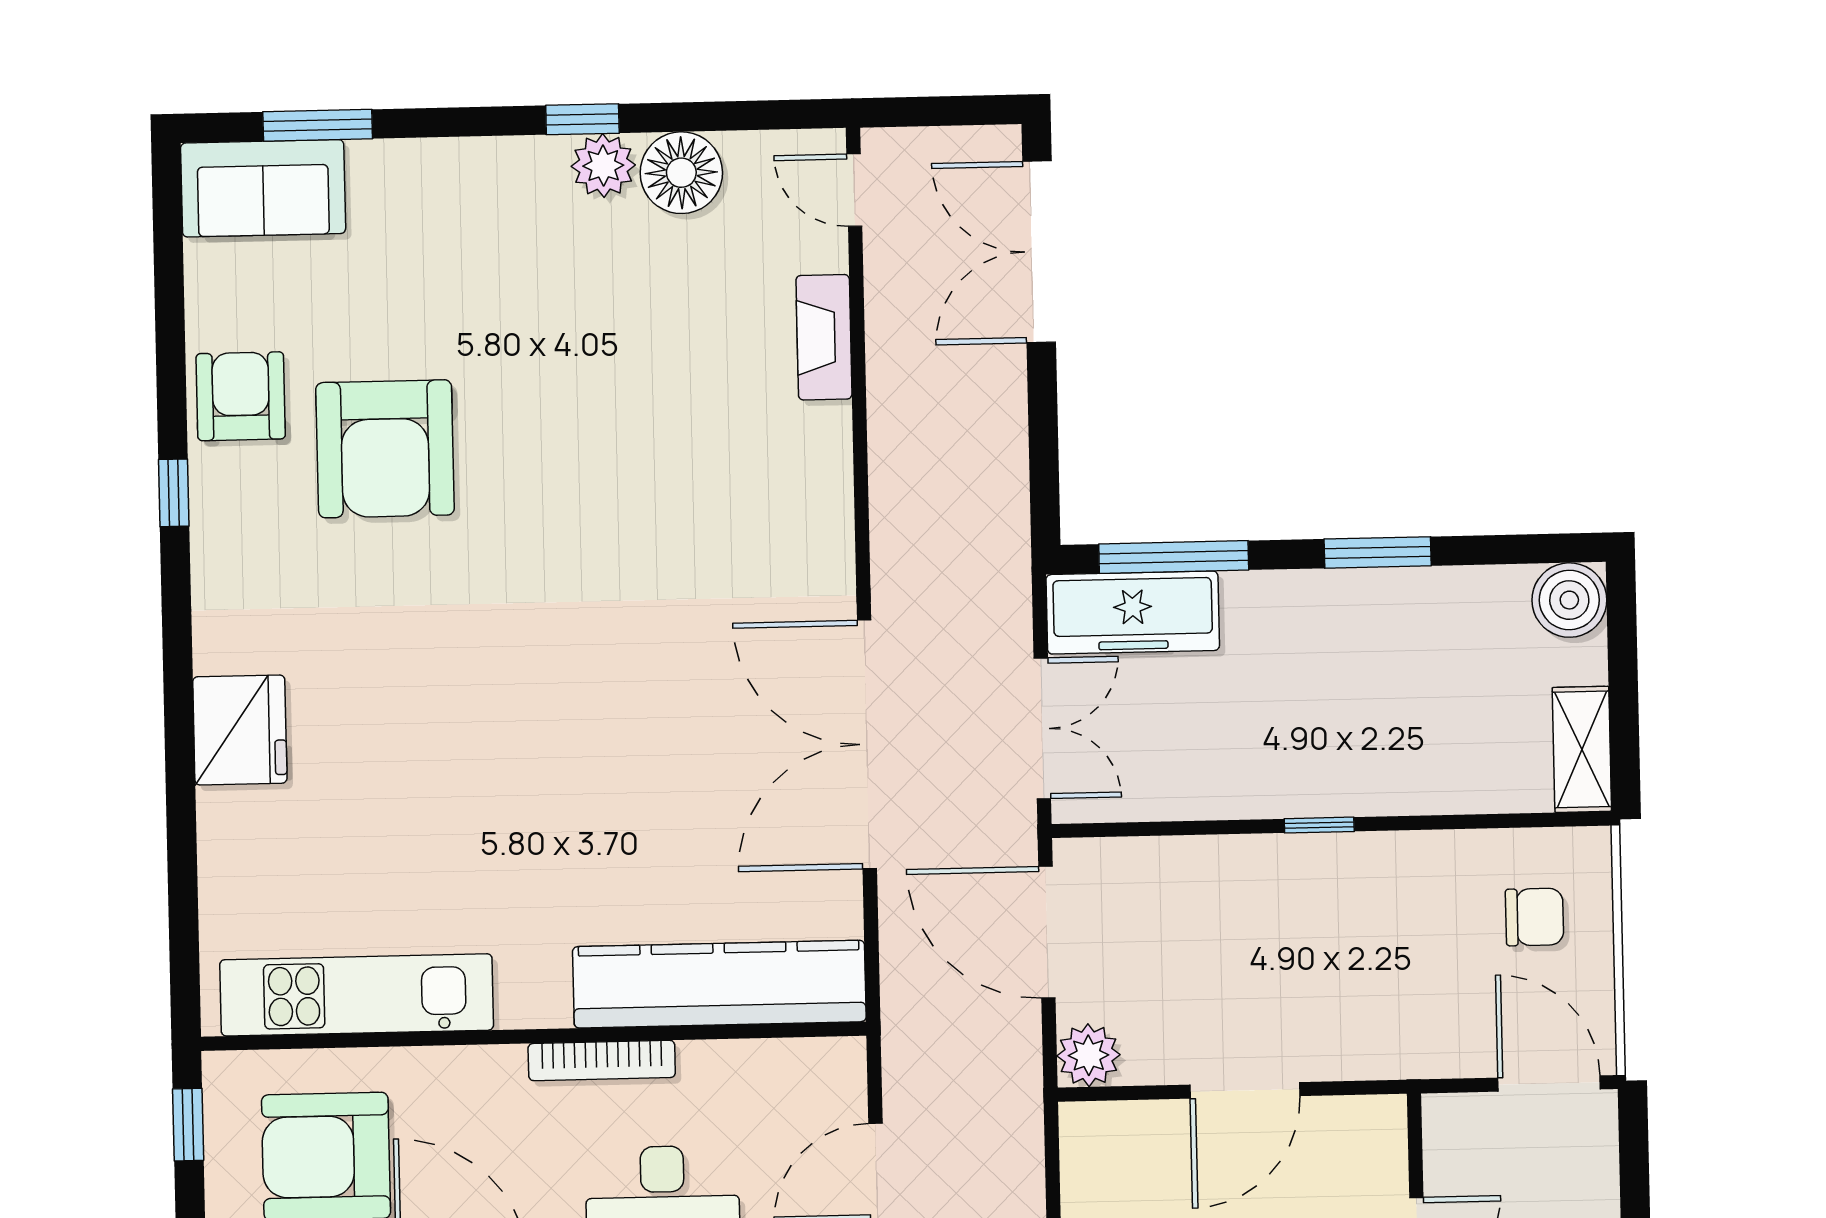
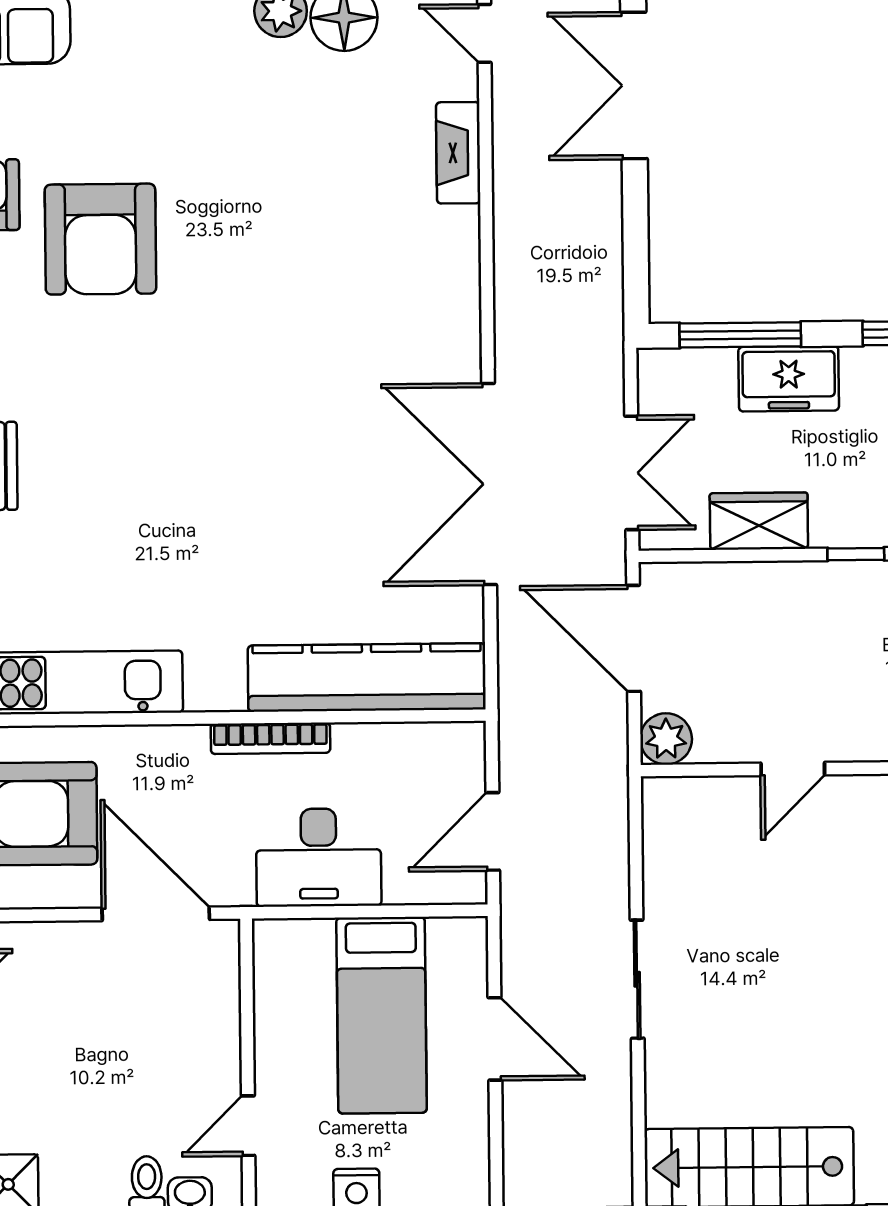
freezer: (1133, 613) -> (789, 379), moved, width x0.71
wardrobe: (1199, 786) -> (759, 521), added
door: (1245, 1090) -> (793, 769), width x0.73

